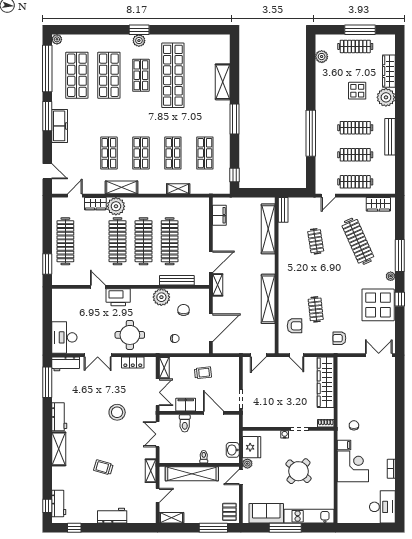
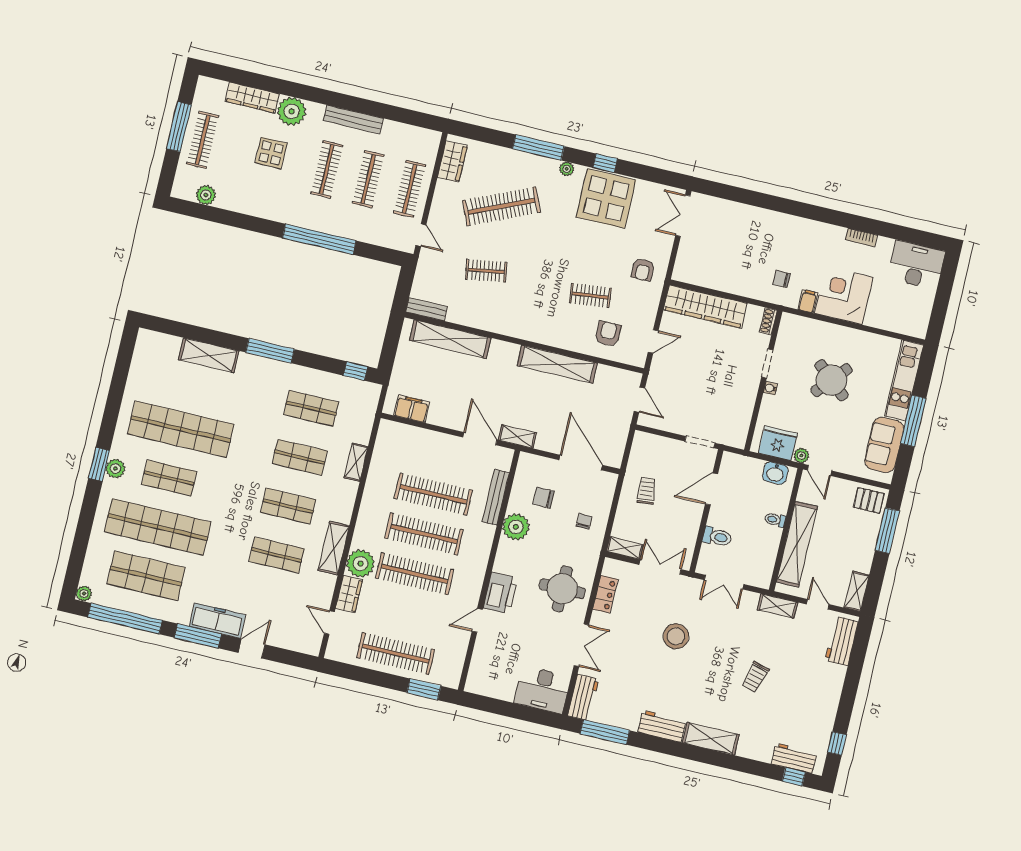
shop shelf: (109, 75) -> (158, 527), width x1.40
door: (47, 171) -> (252, 649), moved
filing cabinet: (186, 405) -> (689, 529), removed
workbench: (112, 516) -> (842, 641), moved

